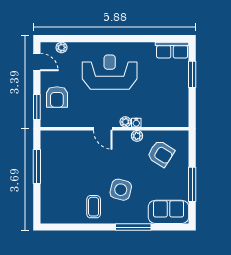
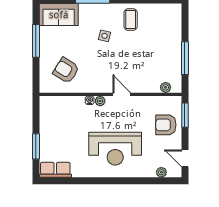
armchair: (57, 97) -> (166, 125), turned -90
plant: (137, 136) -> (166, 87), moved
side table: (121, 190) -> (105, 36), width x0.54, depth x0.54

